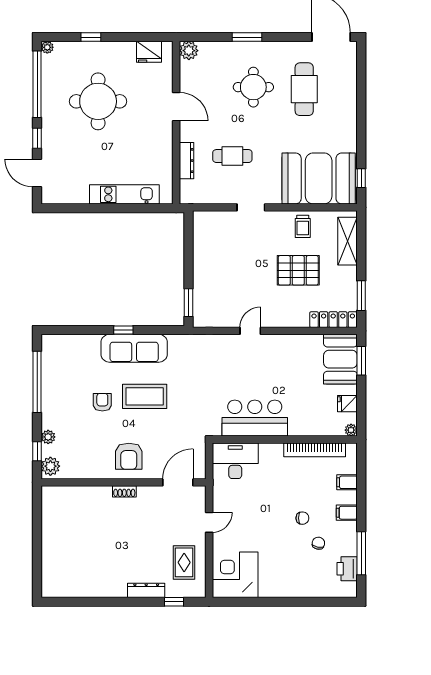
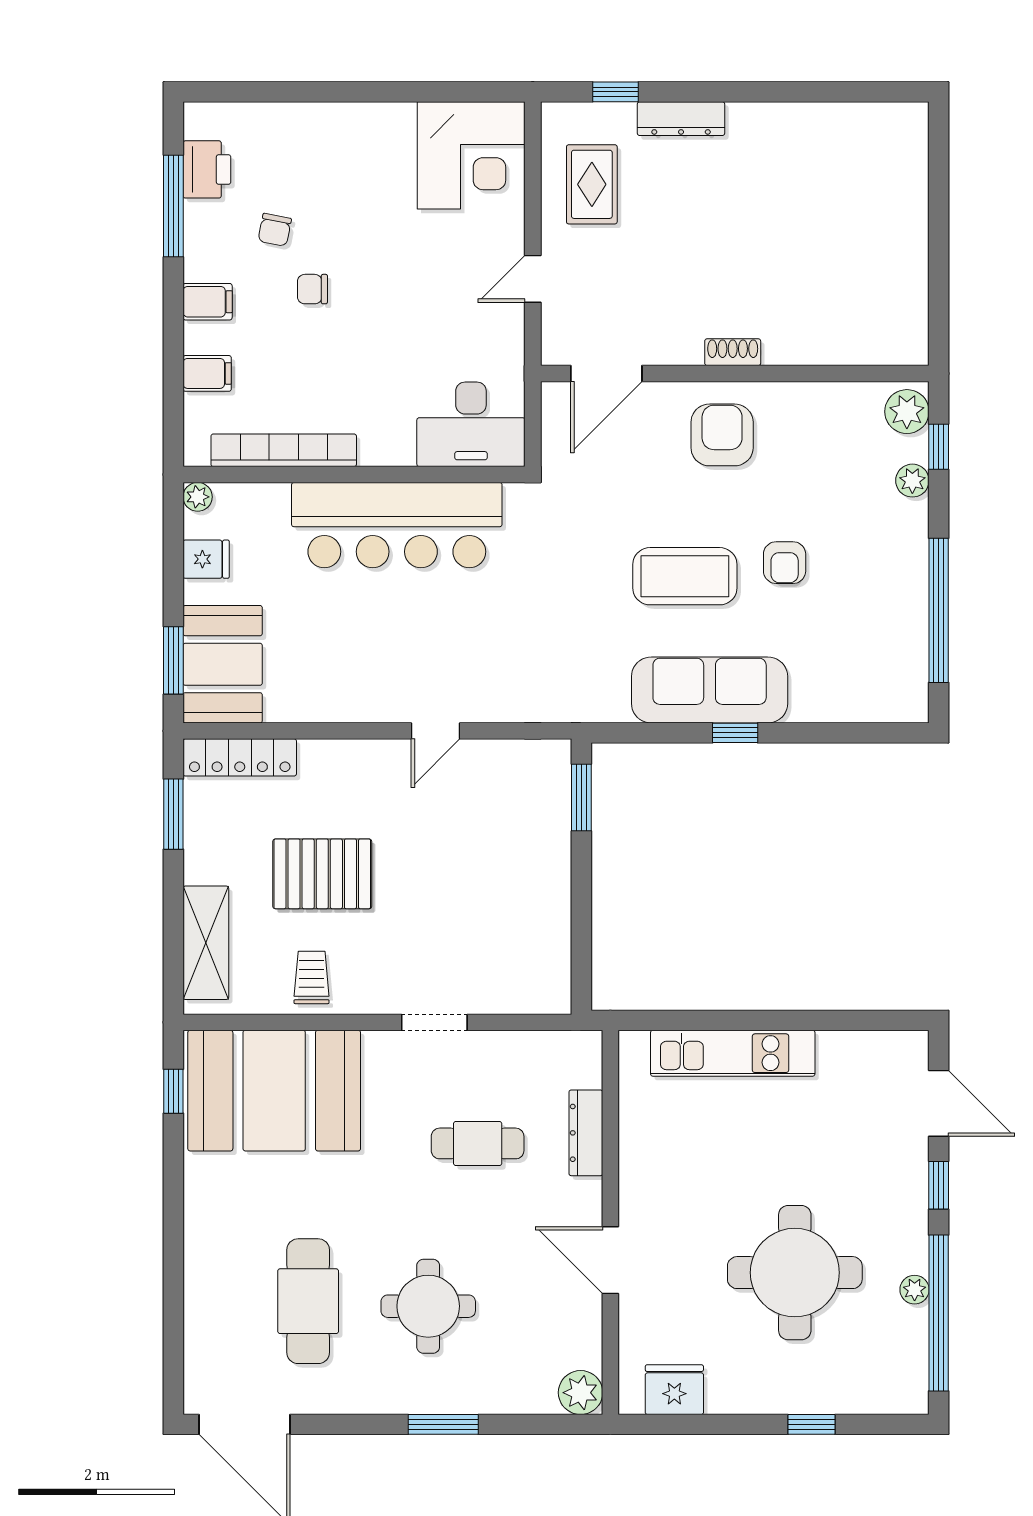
plant: (47, 47) -> (915, 1290), moved
bar counter: (255, 418) -> (397, 525), width x1.36

